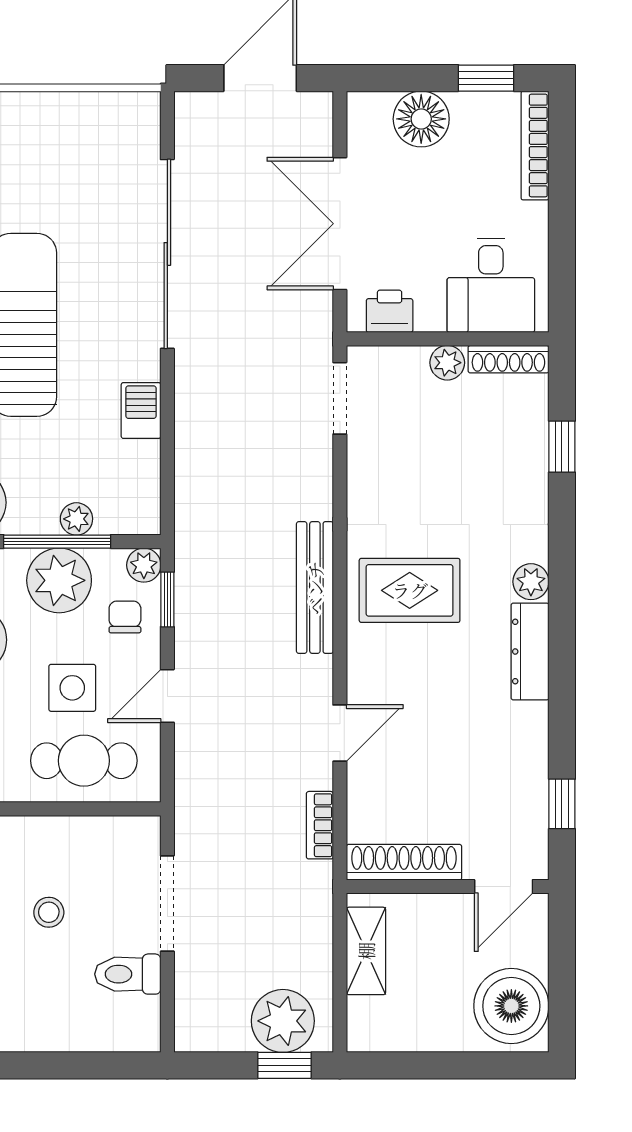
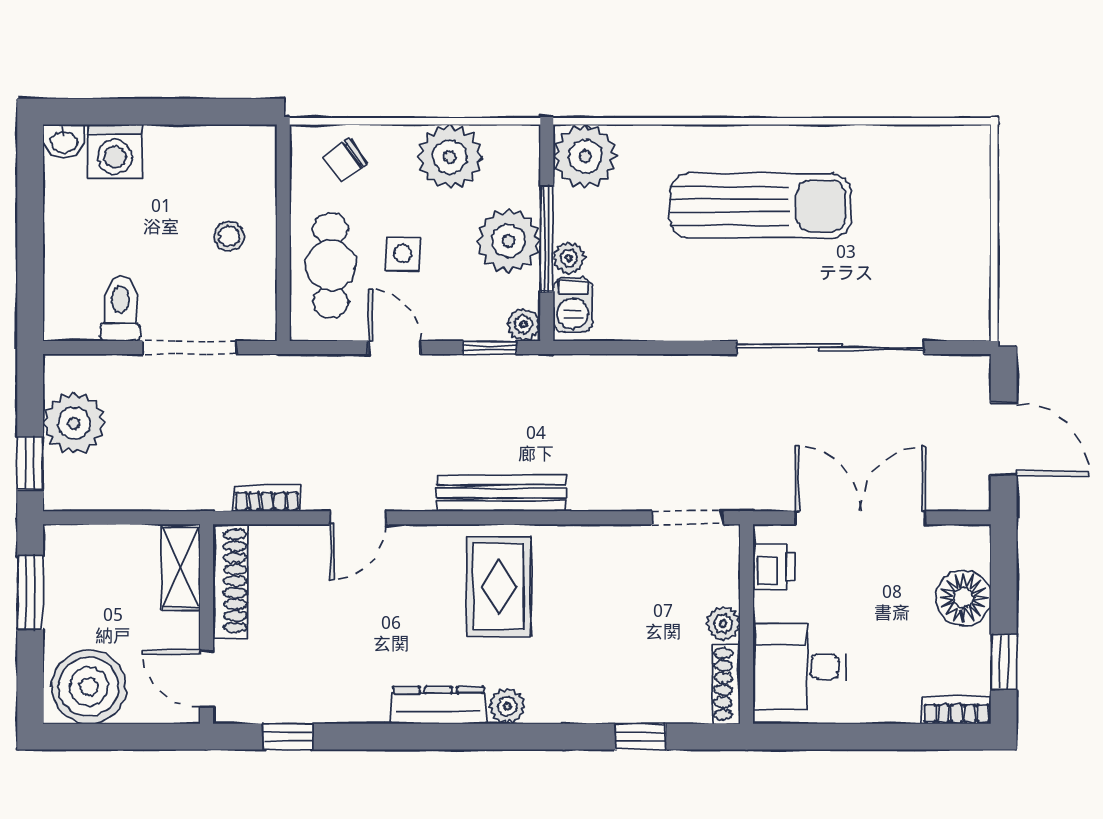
bookcase: (535, 145) -> (957, 710), width x0.64
barbecue: (141, 410) -> (573, 305), moved, turned 90
chair: (125, 617) -> (472, 306), removed
side table: (72, 688) -> (402, 254), width x0.73, depth x0.73
door: (340, 733) -> (358, 518), hinge flipped
stool: (49, 912) -> (229, 236), moved
shelving: (366, 951) -> (181, 567), moved, turned 90
plant: (283, 1021) -> (74, 423), moved
window: (415, 1065) -> (30, 592), added

